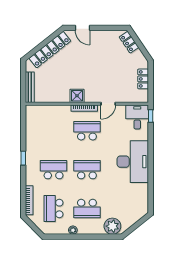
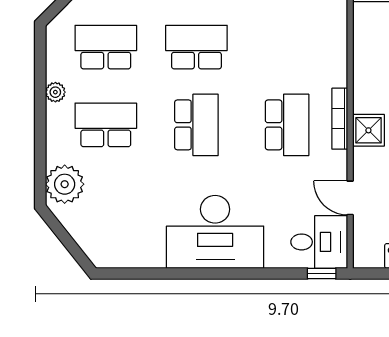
shower: (77, 96) -> (368, 130), moved
door: (108, 104) -> (350, 198), moved
school desk: (54, 170) -> (196, 47), turned -90
school desk: (87, 208) -> (106, 125), turned 90

